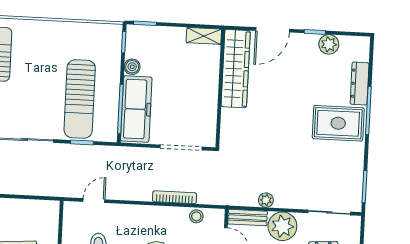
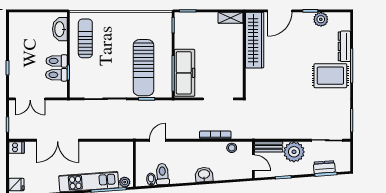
boiler: (132, 67) -> (180, 43), removed
plant: (266, 200) -> (281, 134), removed

